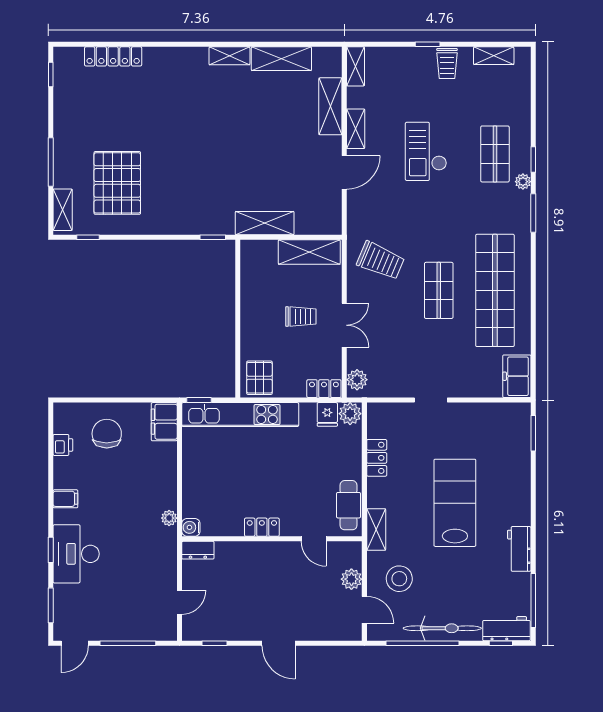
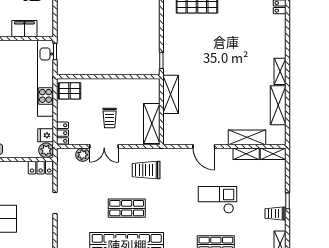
shelving: (356, 129) -> (246, 154), moved
trolley: (381, 261) -> (146, 170), turned 67
plant: (357, 380) -> (83, 155), moved
filing cabinet: (164, 422) -> (24, 29), moved
locker: (377, 458) -> (41, 168), moved

